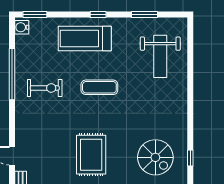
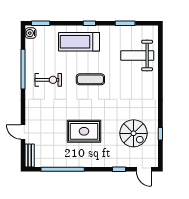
weight bench: (160, 56) -> (137, 55), turned 90
rug: (91, 155) -> (84, 131), turned 90

